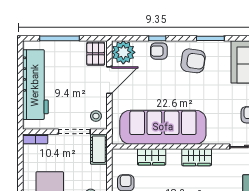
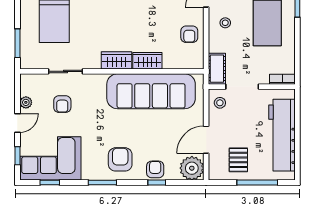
armchair: (159, 51) -> (155, 169), turned -90
pallet: (96, 54) -> (238, 160), moved
armchair: (193, 61) -> (120, 159), turned 82
wardrobe: (152, 157) -> (147, 61), moved

